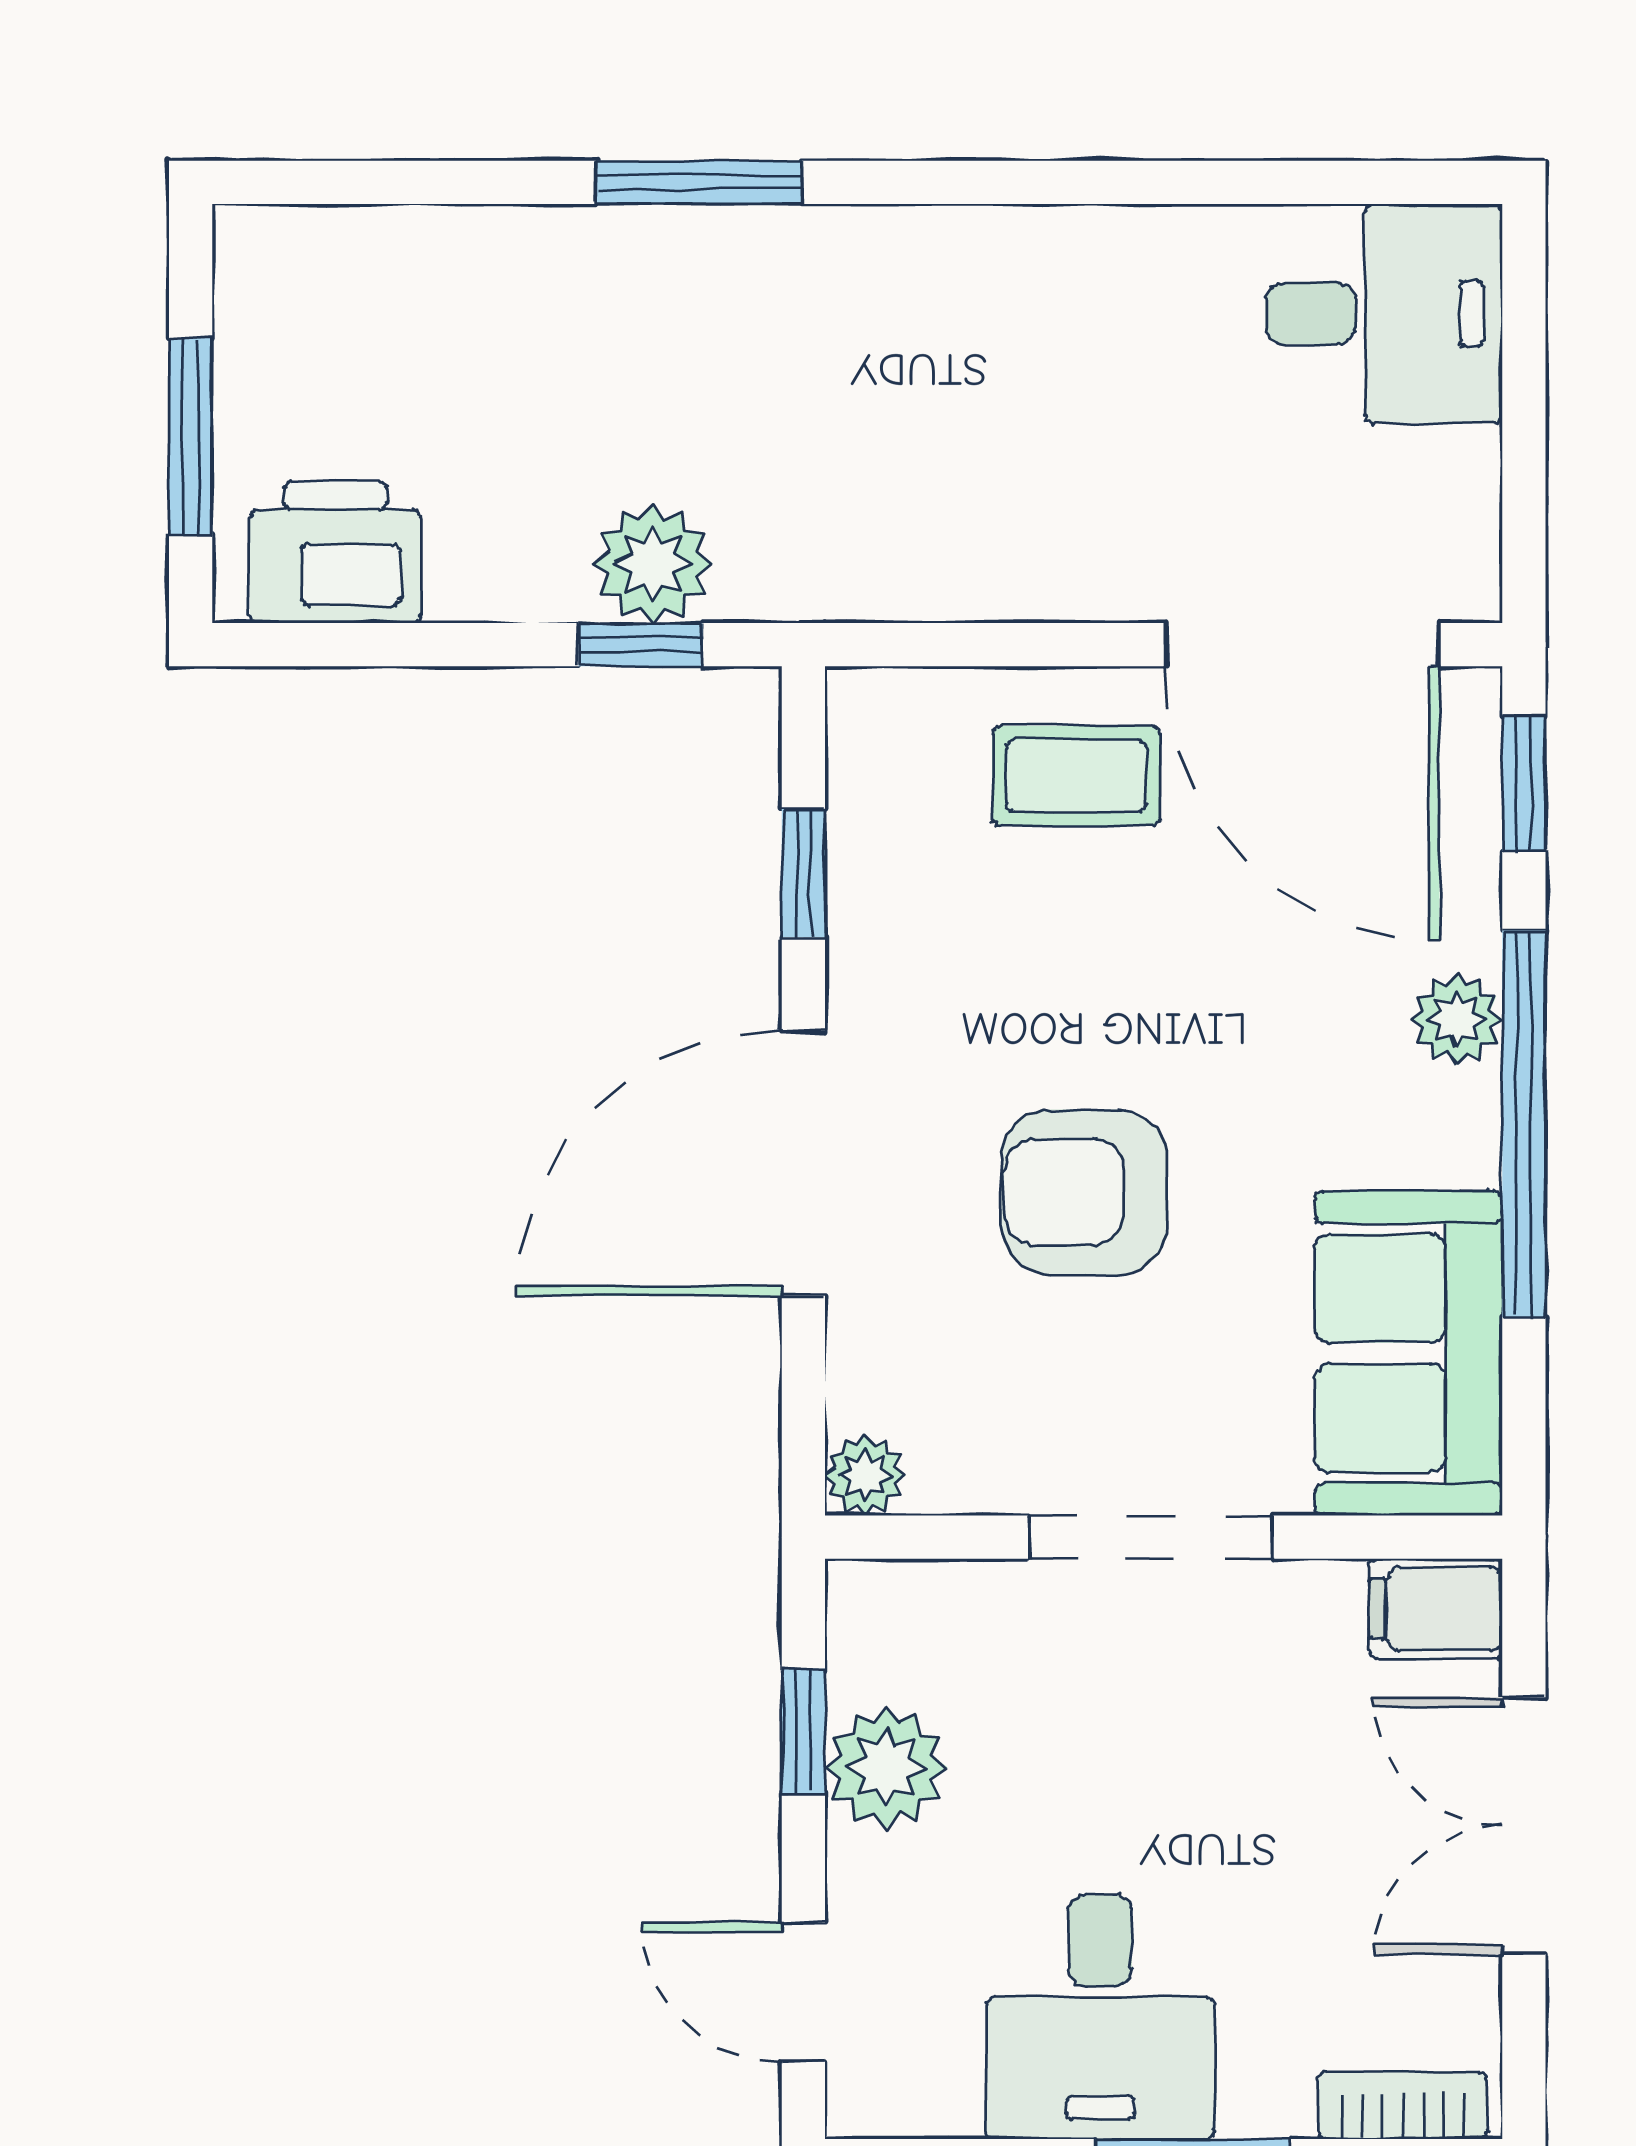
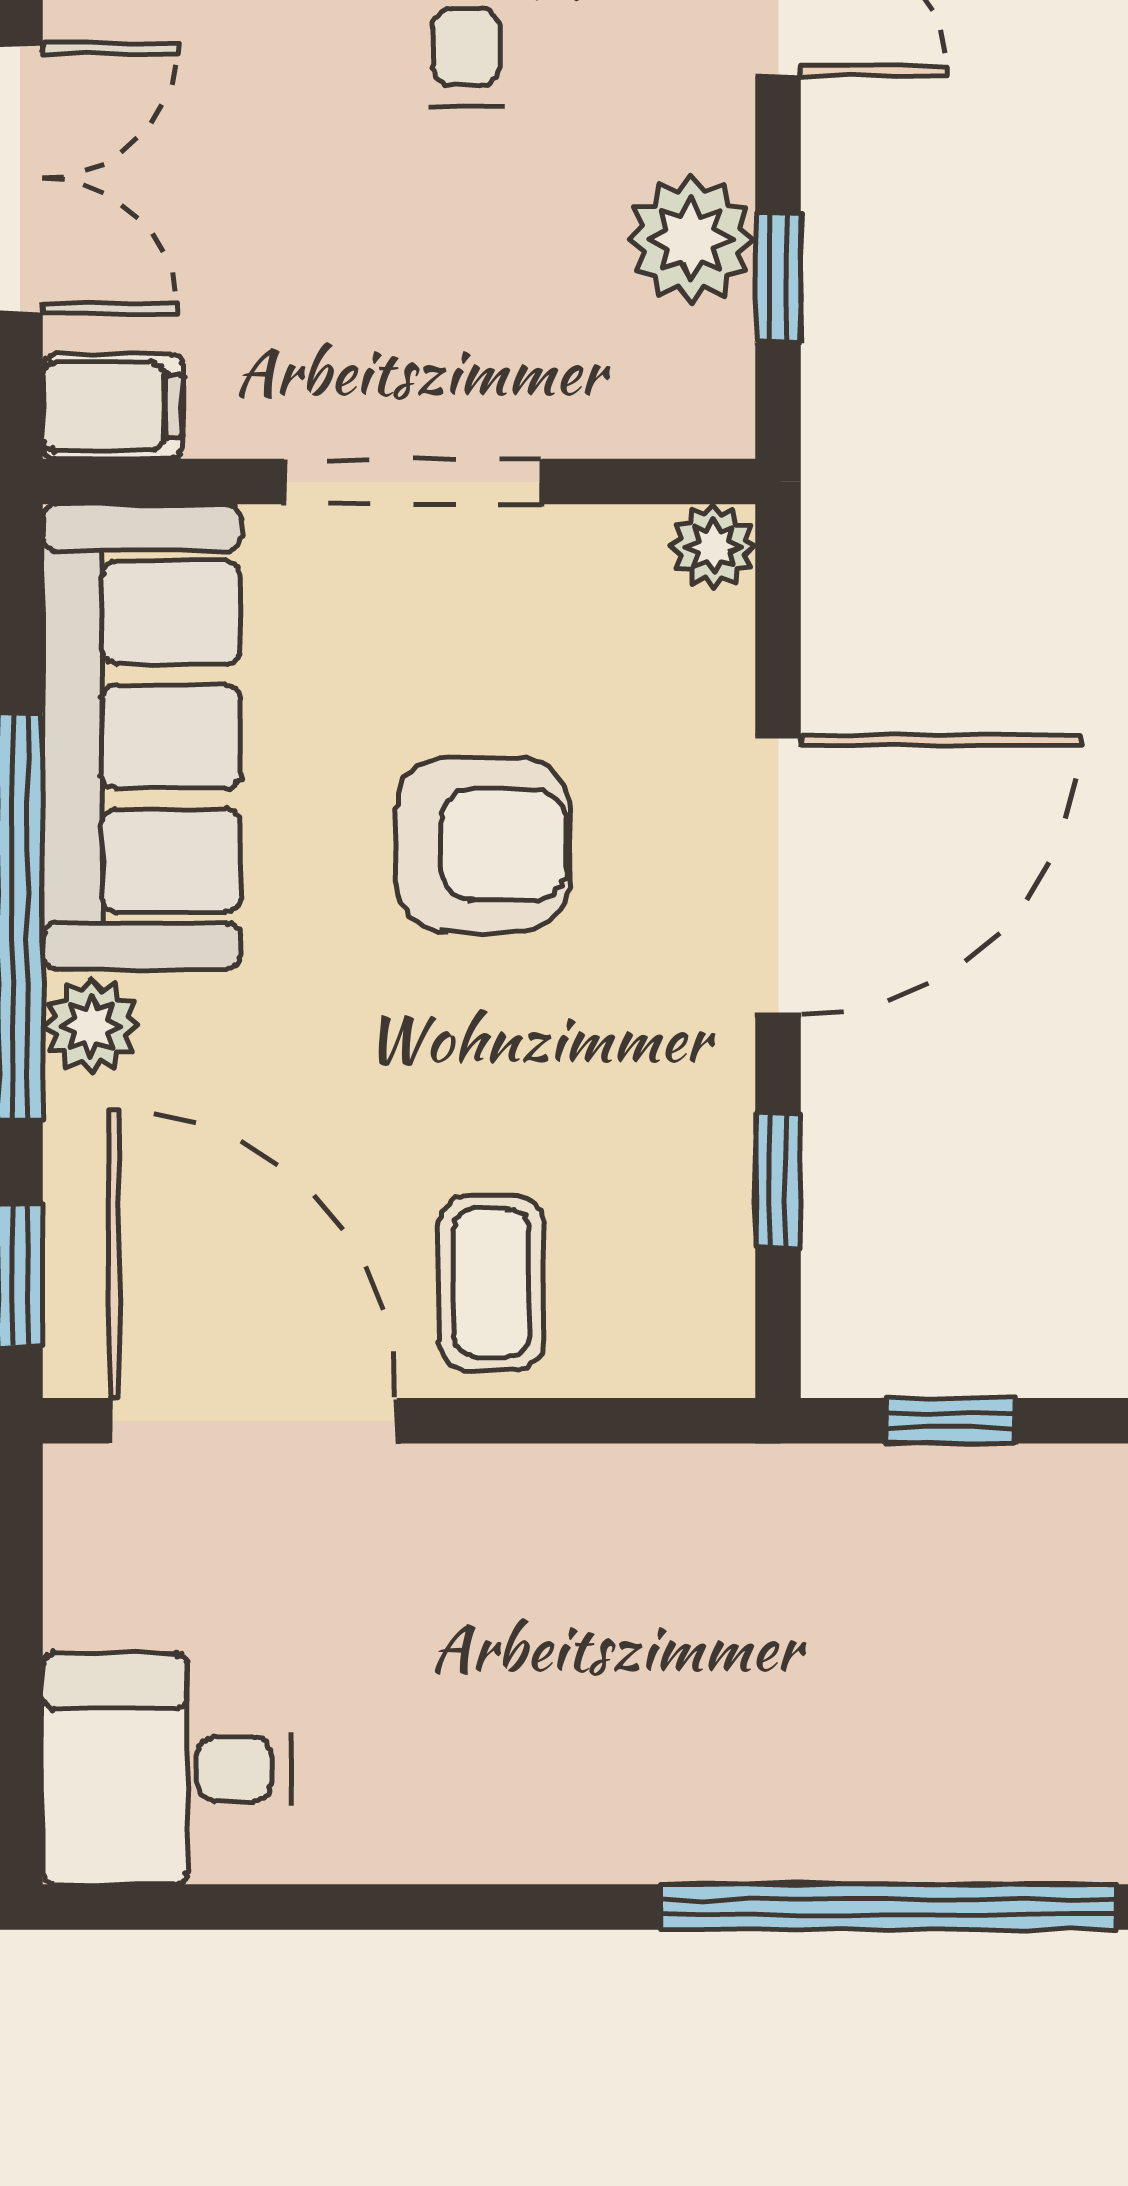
window: (699, 182) -> (888, 1907), width x2.11
plant: (653, 563) -> (937, 1506), removed
coffee table: (1076, 776) -> (491, 1283), turned 90
sofa: (1408, 1353) -> (142, 737), width x1.36

